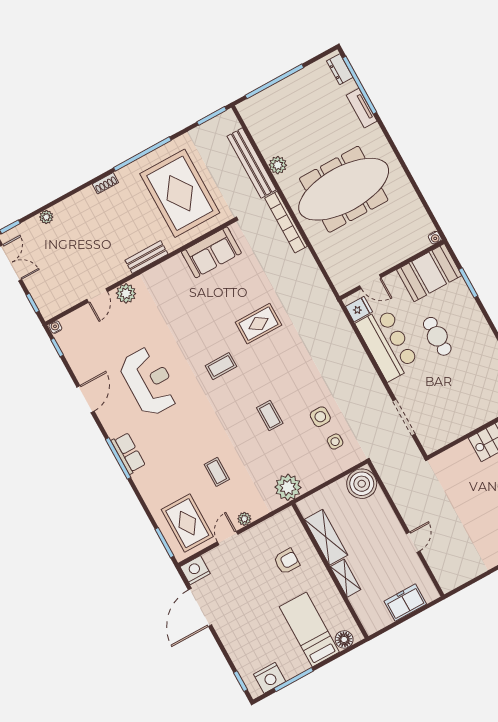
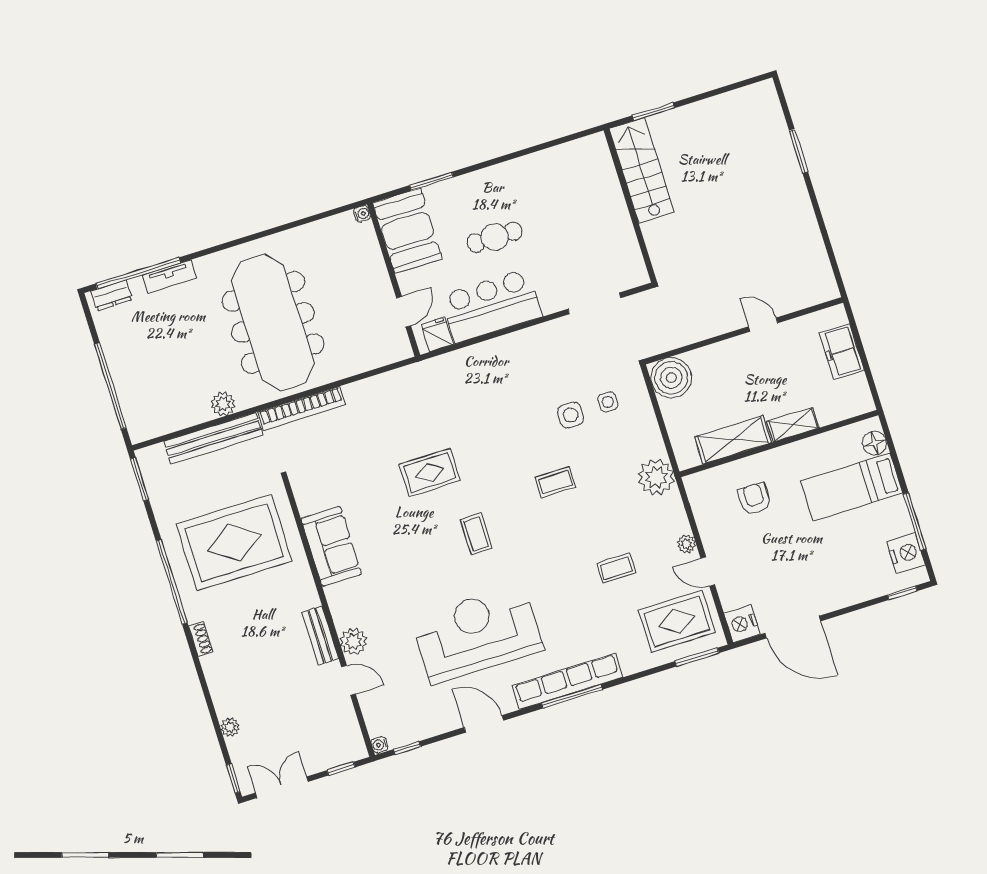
sofa: (211, 252) -> (331, 546), moved
bench: (147, 257) -> (320, 636), moved
rug: (258, 324) -> (430, 472), turned 90
reception desk: (149, 381) -> (477, 634), width x1.36, depth x1.30
row of seats: (128, 453) -> (568, 681), width x2.02

